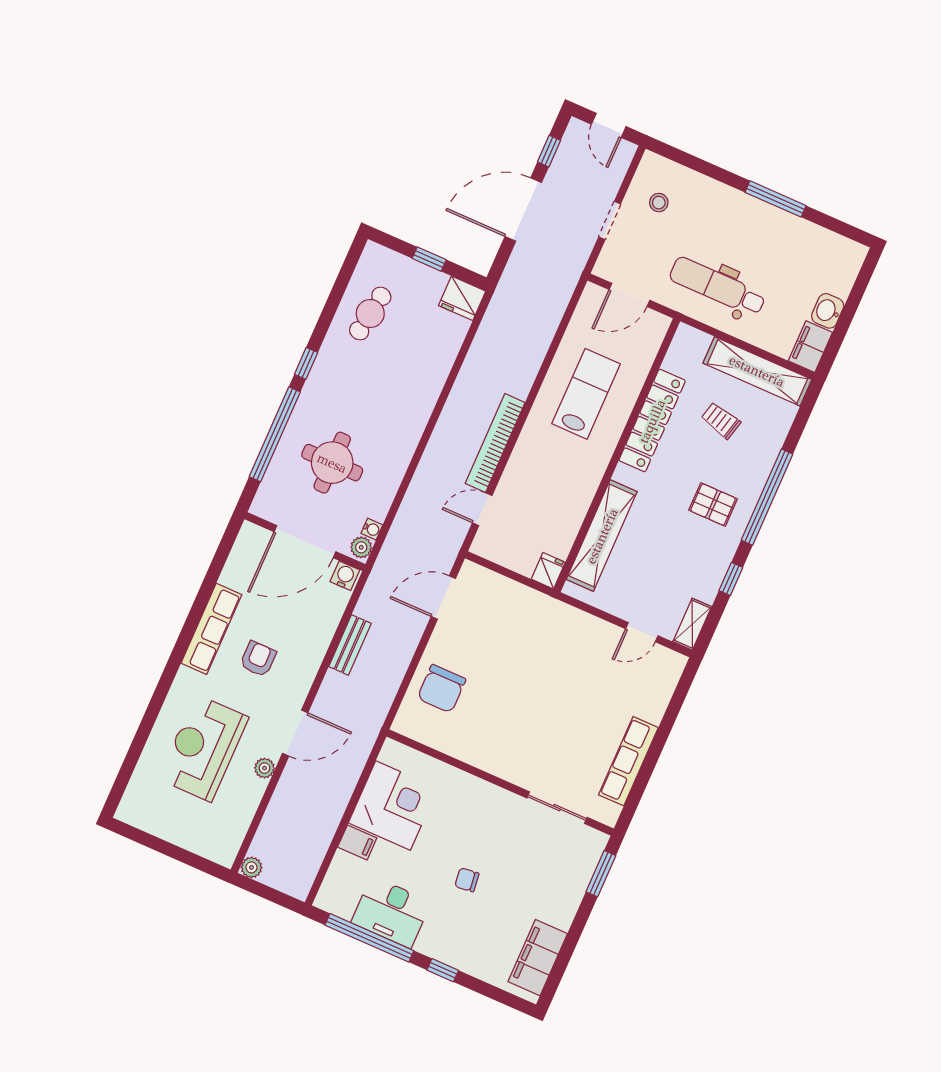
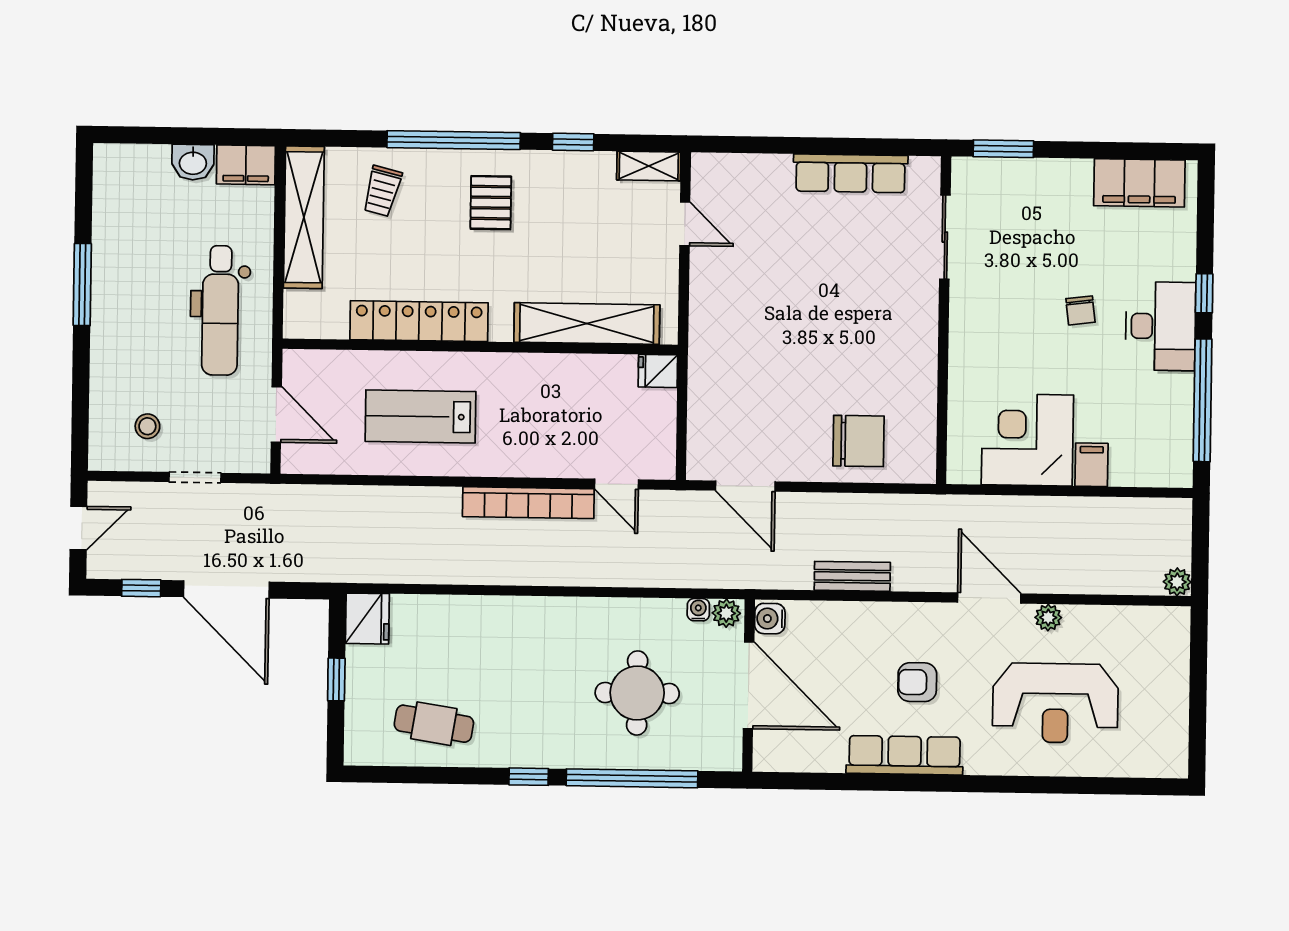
trolley: (721, 420) -> (382, 191), moved
desk: (391, 912) -> (1161, 326), moved

